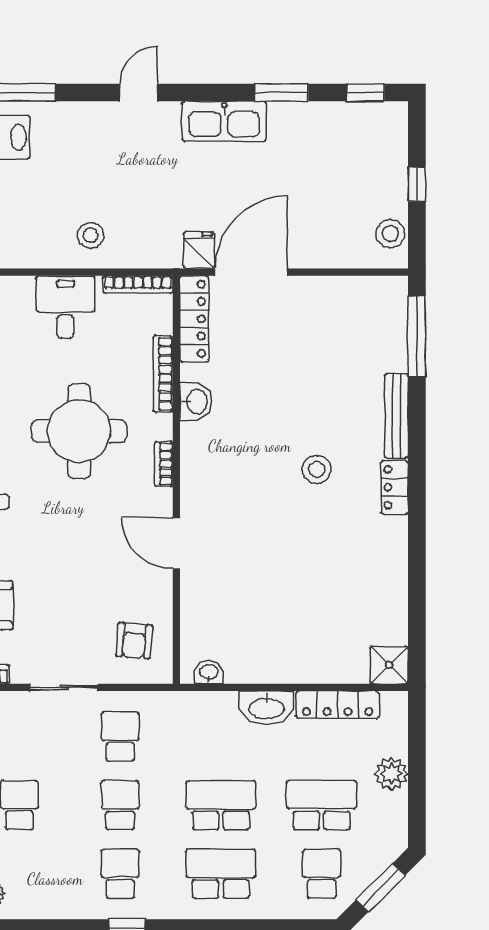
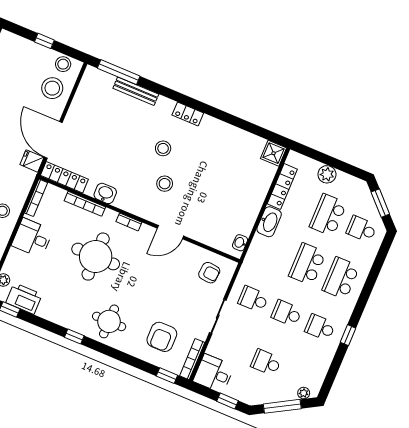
stool: (341, 232) -> (52, 88), added
bench: (396, 416) -> (136, 91), moved
stool: (257, 498) -> (165, 184), added

